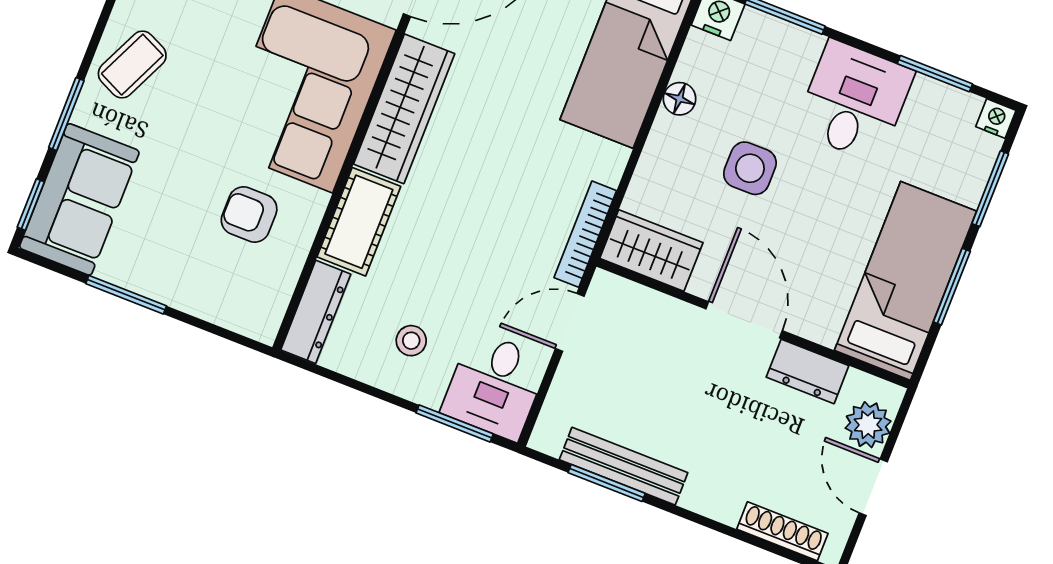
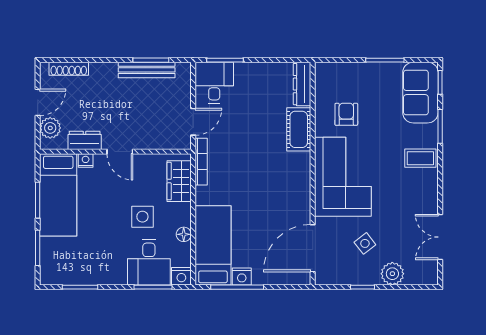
coffee table: (132, 65) -> (420, 158), turned 65
desk: (854, 101) -> (149, 262), moved
wardrobe: (404, 109) -> (298, 185), removed
nightstand: (996, 119) -> (86, 161), moved, turned 180
armchair: (249, 214) -> (346, 114), turned -90
wardrobe: (651, 251) -> (179, 181), moved, turned 90
door: (744, 320) -> (120, 152), width x0.73
stool: (411, 341) -> (257, 88), removed
door: (873, 487) -> (38, 102), hinge flipped

